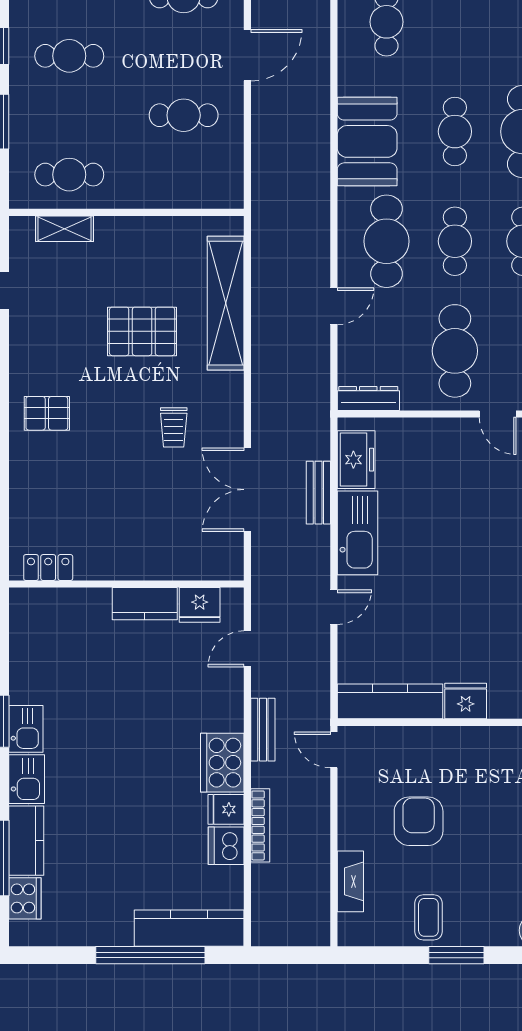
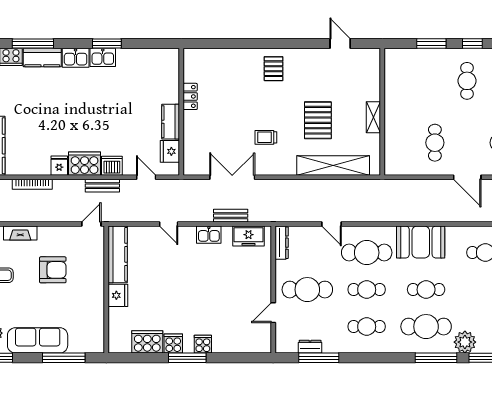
cafe table: (69, 175) -> (403, 81), removed
shelving: (65, 229) -> (373, 117), moved
kitchen sink: (358, 533) -> (209, 235), width x0.53, depth x0.81
locker: (48, 568) -> (190, 96), moved
bookcase: (260, 825) -> (32, 184), moved
dishwasher: (226, 846) -> (112, 166), moved

